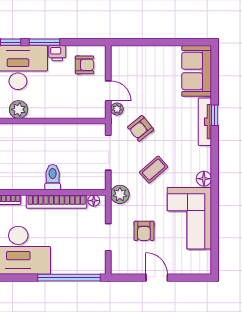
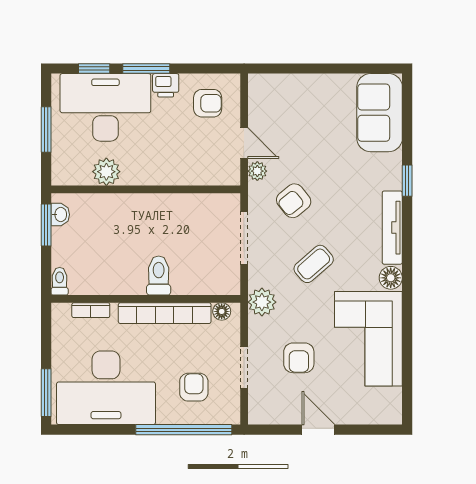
tv unit: (205, 122) -> (392, 228), moved
armchair: (76, 250) -> (194, 387), added

